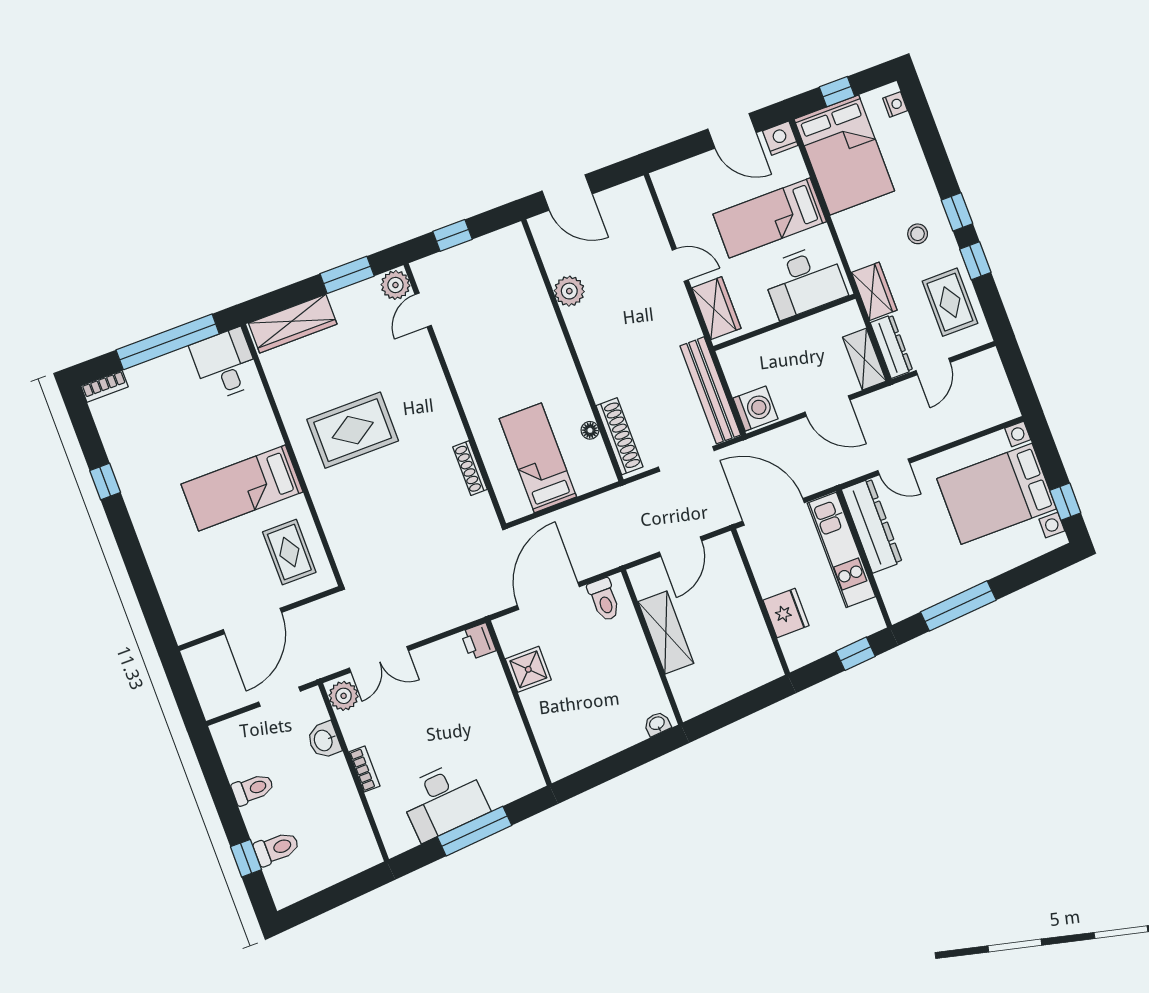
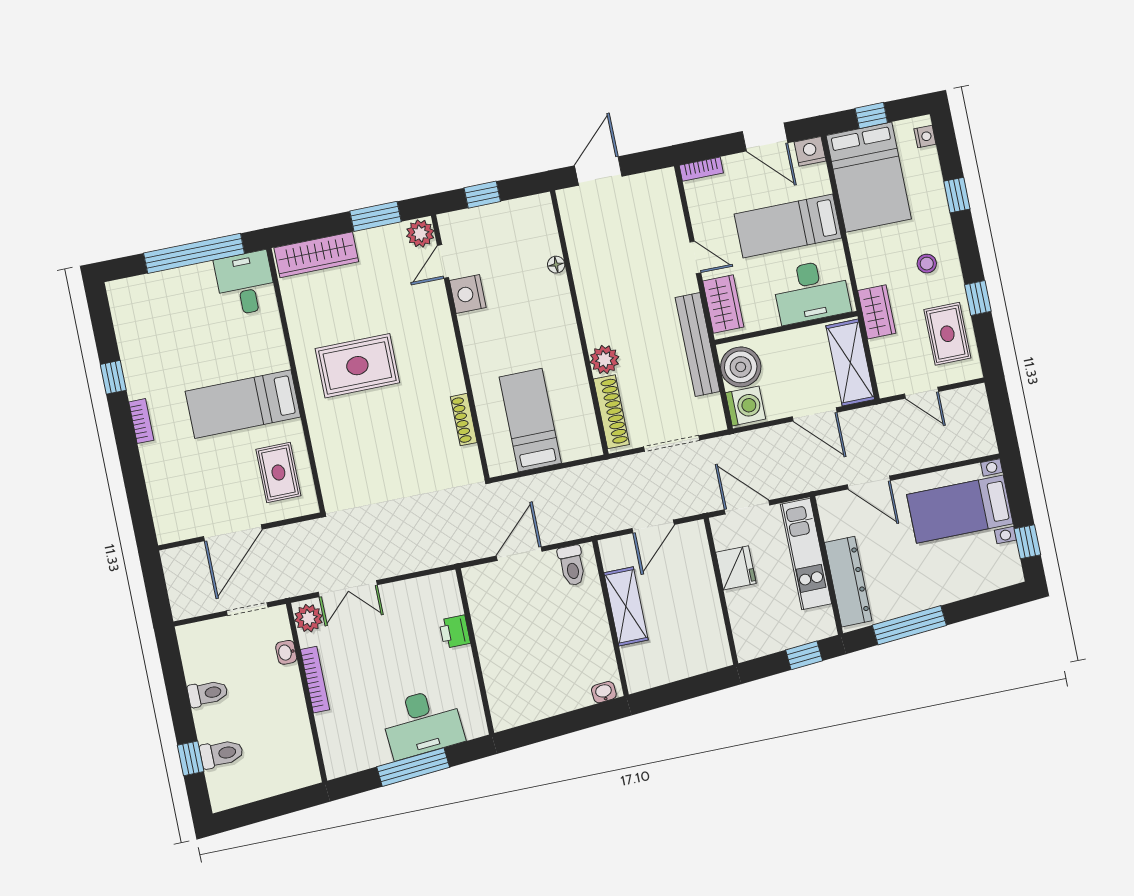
bookcase: (672, 174) -> (701, 169), added
door: (567, 192) -> (598, 171), swing flipped
window: (957, 212) -> (957, 195), moved
plant: (569, 291) -> (605, 360), moved
nightstand: (454, 339) -> (468, 294), added
dresser: (892, 347) -> (885, 367), removed
shelving: (864, 359) -> (850, 363), width x1.50, depth x1.33
door: (933, 367) -> (922, 393), hinge flipped
boiler: (744, 369) -> (741, 367), added
bookcase: (105, 386) -> (141, 421), moved, turned -90
bench: (710, 390) -> (698, 345), moved
floor lamp: (590, 430) -> (556, 265), moved
door: (894, 467) -> (869, 483), width x1.38
bed with nightstands: (997, 494) -> (960, 509), width x0.73
door: (774, 512) -> (747, 507), width x0.73
dresser: (872, 526) -> (848, 582), moved
door: (548, 596) -> (519, 554), width x0.73
fridge: (786, 613) -> (736, 568), moved
printer: (478, 641) -> (455, 632), moved
shower: (528, 669) -> (489, 621), removed
washbasin: (324, 740) -> (286, 652), width x0.72, depth x0.69
bookcase: (364, 769) -> (315, 680), width x1.56
desk: (444, 800) -> (422, 723), moved

